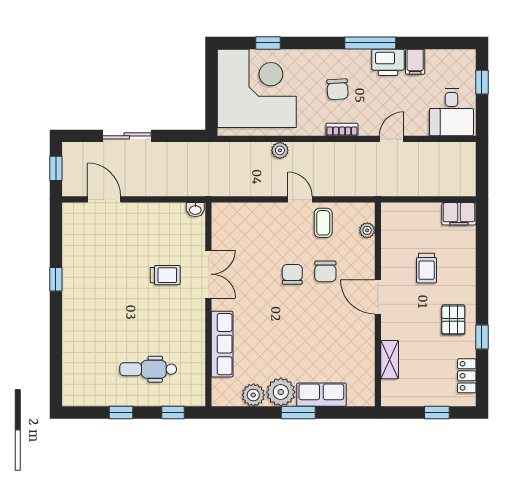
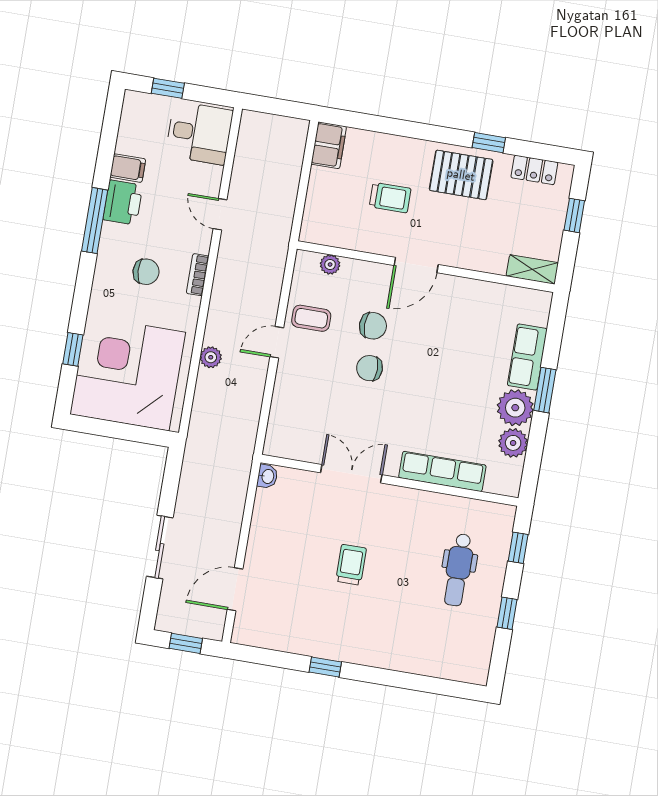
trolley: (165, 275) -> (351, 565), moved
pallet: (453, 320) -> (461, 175), width x1.50, depth x1.42
shelving: (390, 360) -> (532, 269), moved

